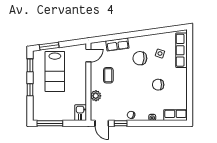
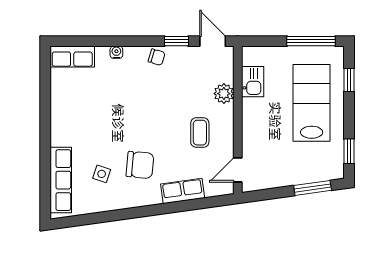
lab bench: (55, 71) -> (312, 103), moved
chair: (158, 85) -> (105, 115), removed
window: (30, 90) -> (349, 80), moved
kitchen sink: (81, 113) -> (253, 82), moved

